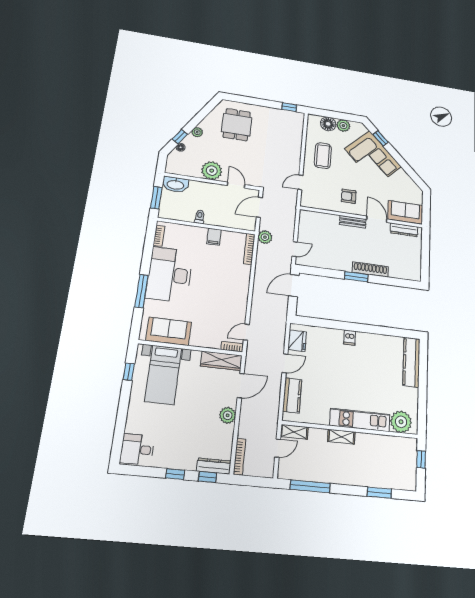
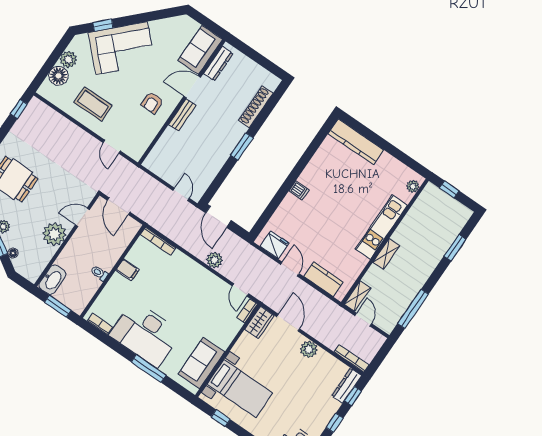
plant: (265, 237) -> (215, 260), moved
shoe rack: (370, 269) -> (256, 107), moved
wardrobe: (221, 361) -> (259, 322), width x0.67
plant: (401, 422) -> (413, 186), width x0.53, depth x0.53

